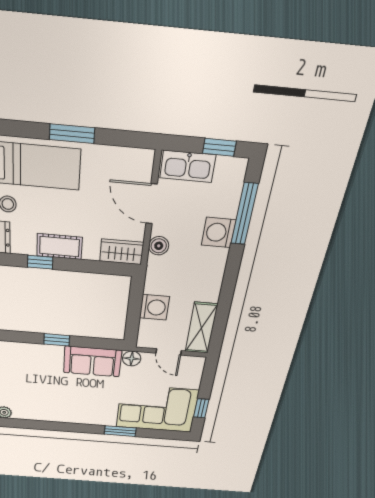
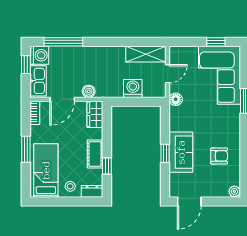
bookcase: (134, 156) -> (35, 113), added
washing machine: (219, 233) -> (39, 55), moved, turned -90
sofa: (92, 361) -> (181, 152), moved
armchair: (51, 400) -> (219, 156), added

